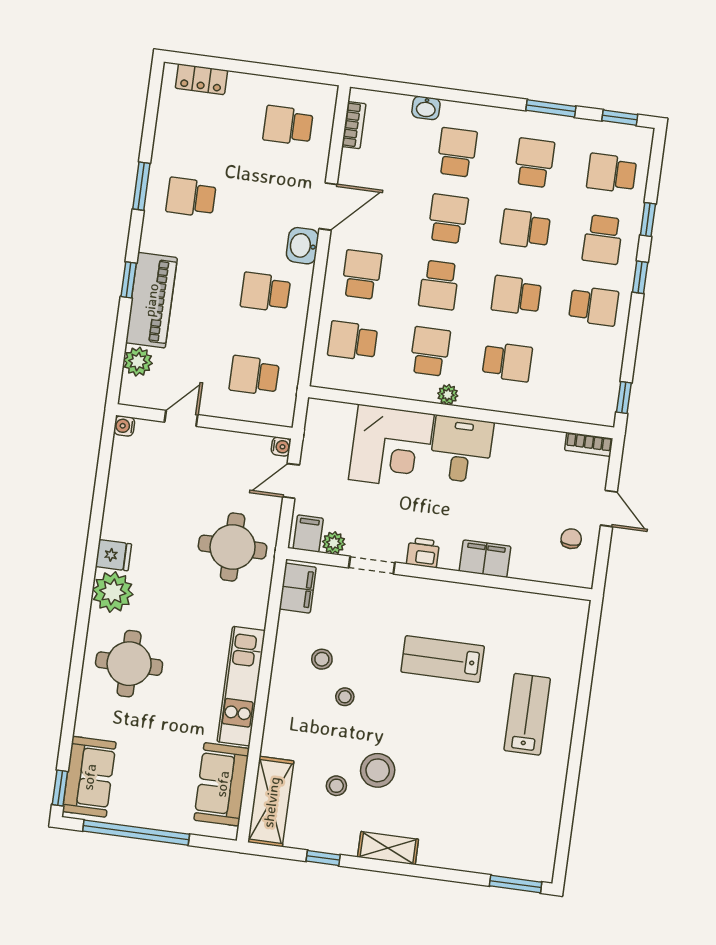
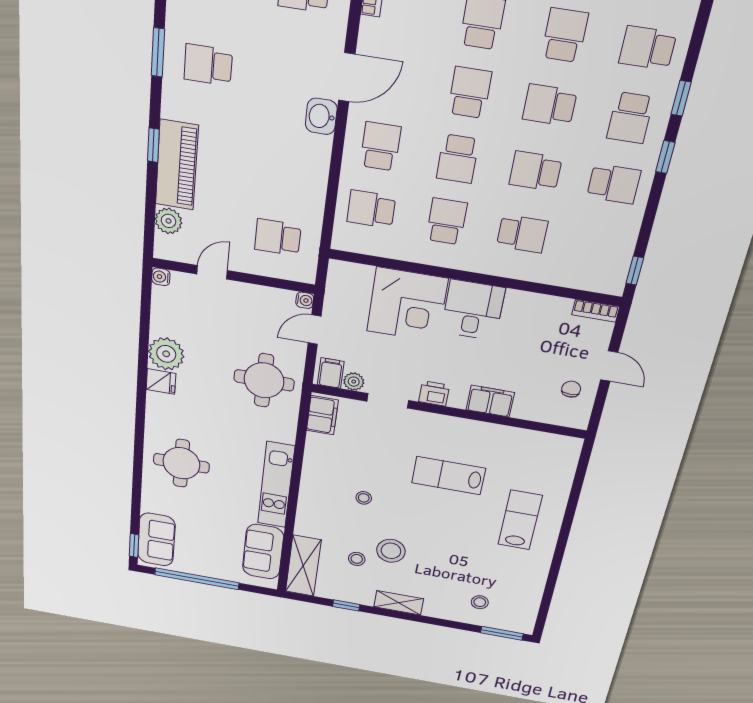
school desk: (265, 292) -> (286, 161), removed
plant: (448, 395) -> (462, 261), removed
plant: (113, 592) -> (166, 354), moved
stool: (322, 659) -> (480, 602), moved

